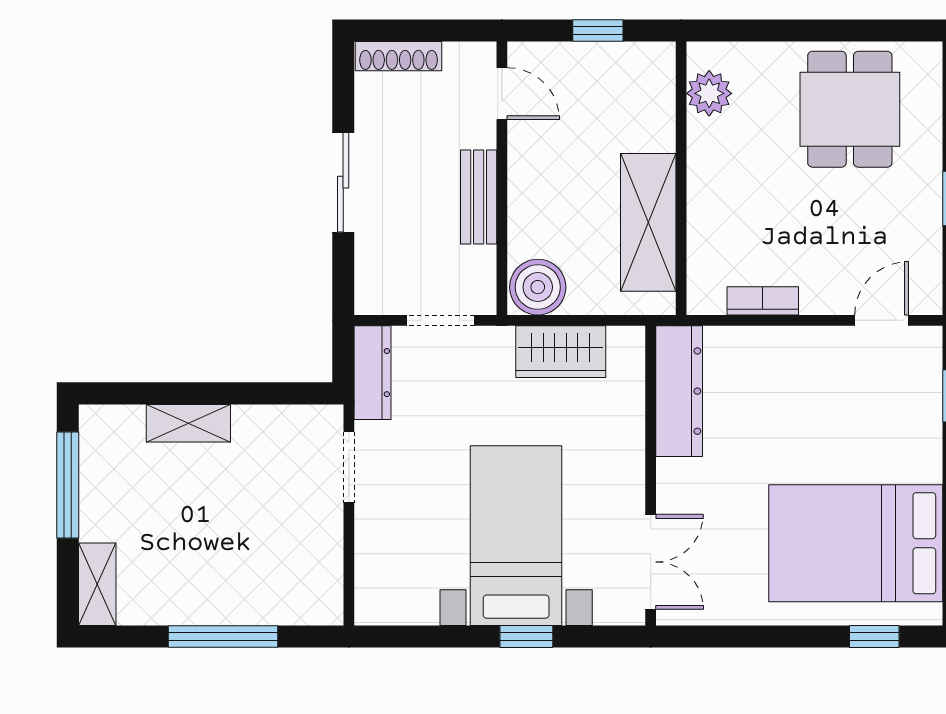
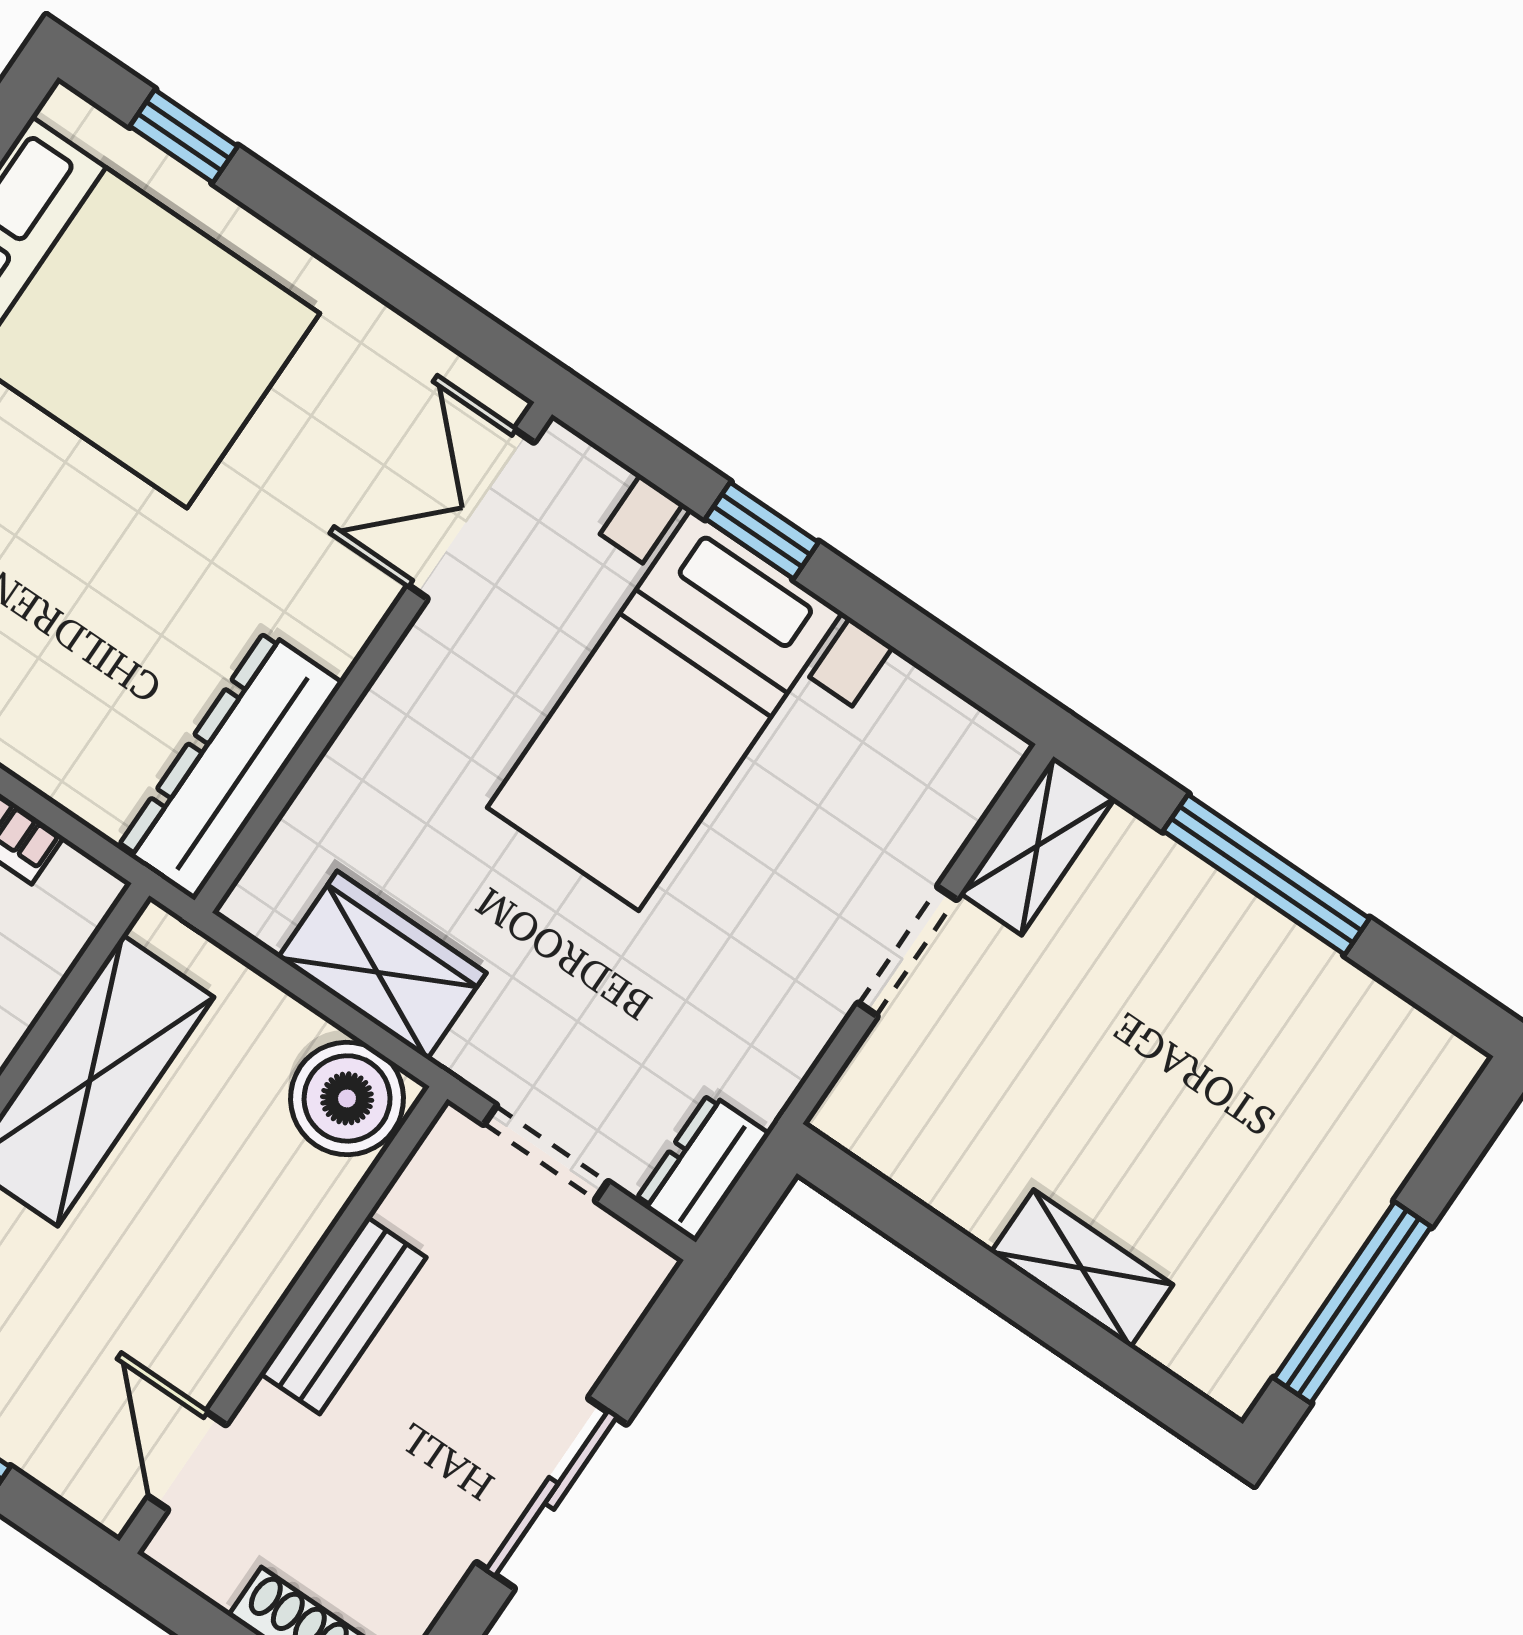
dresser: (372, 373) -> (702, 1167), width x0.70
doorway: (349, 467) -> (907, 951), moved
shelving: (97, 584) -> (1037, 846), moved

